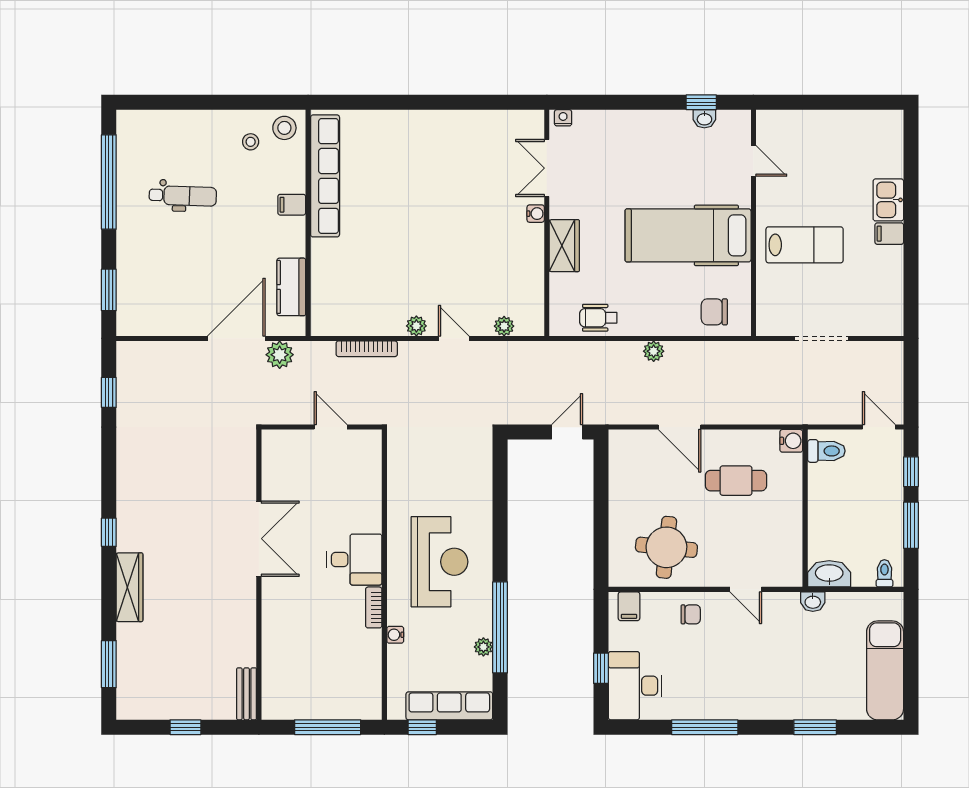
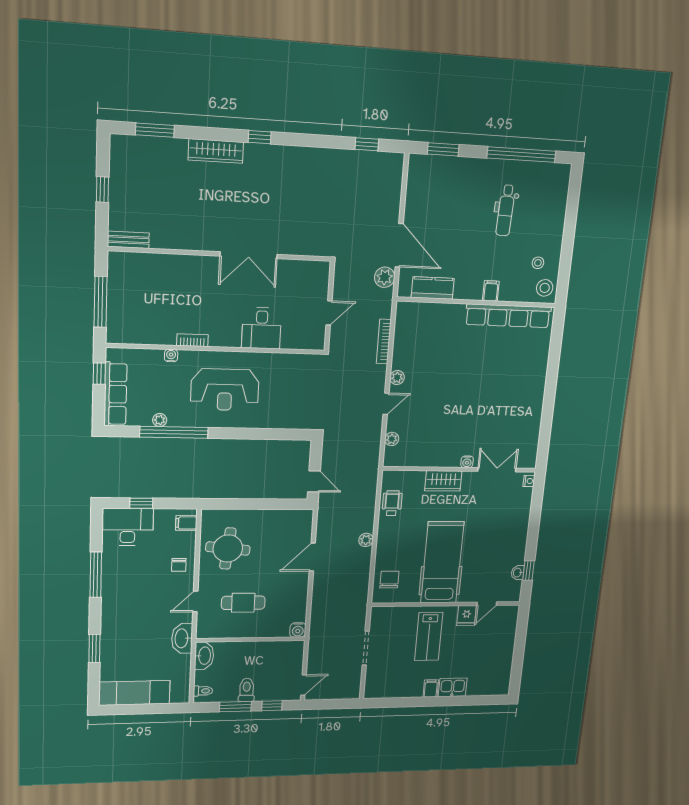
fridge: (772, 190) -> (467, 616), added
toilet: (826, 451) -> (247, 690), moved, turned 180
cafe table: (736, 481) -> (243, 603), moved, turned 90
desk: (354, 560) -> (262, 328), moved
washbasin: (813, 602) -> (182, 638), width x1.91, depth x1.45

